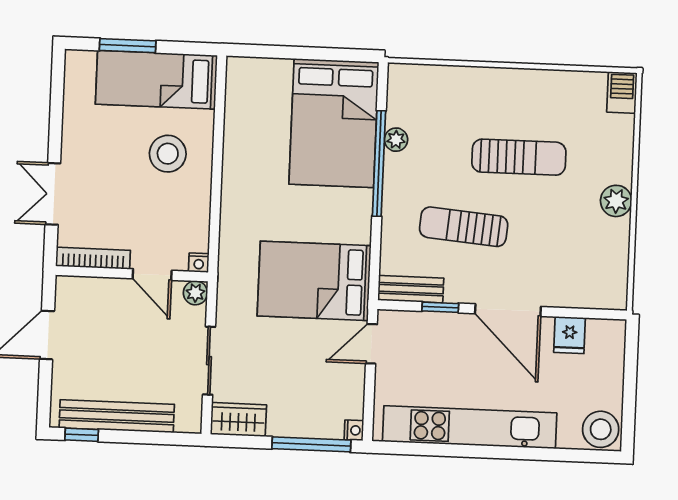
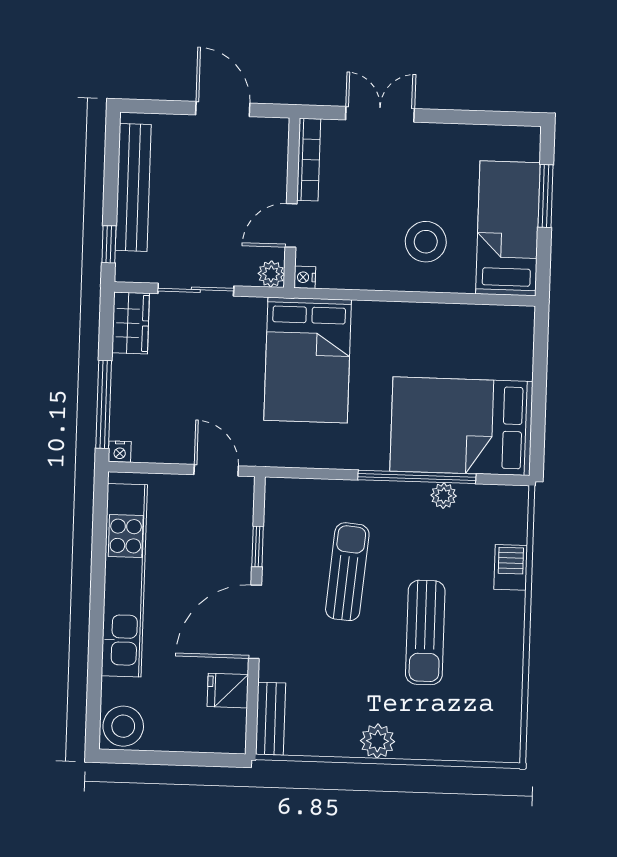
barbecue: (622, 93) -> (511, 567), moved, turned -90
bed: (314, 281) -> (308, 360), moved, turned 180
bench: (411, 289) -> (271, 719), moved
window: (82, 435) -> (109, 244), moved

